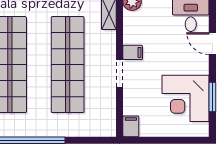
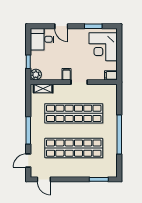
door: (212, 44) -> (61, 26), hinge flipped
corner desk: (186, 98) -> (103, 47), moved, turned 90

